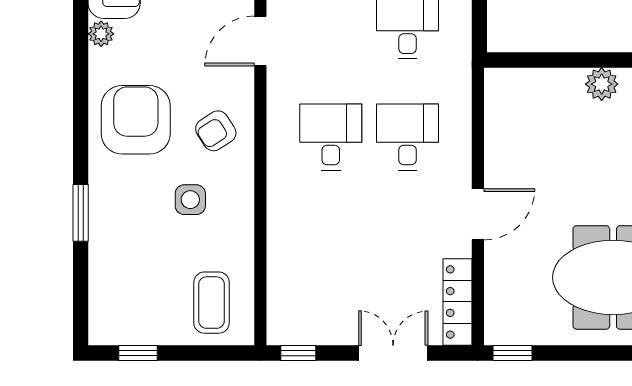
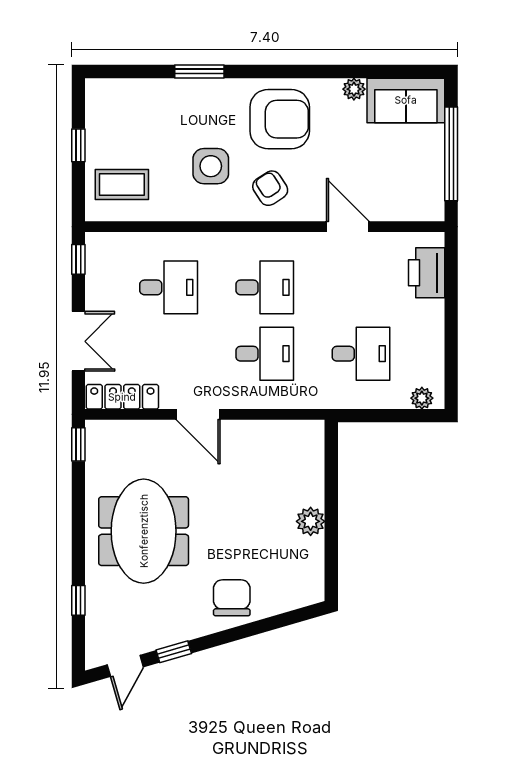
side table: (190, 200) -> (211, 166), width x1.37, depth x1.37
desk: (331, 248) -> (169, 287), added
window: (138, 353) -> (78, 145), moved

